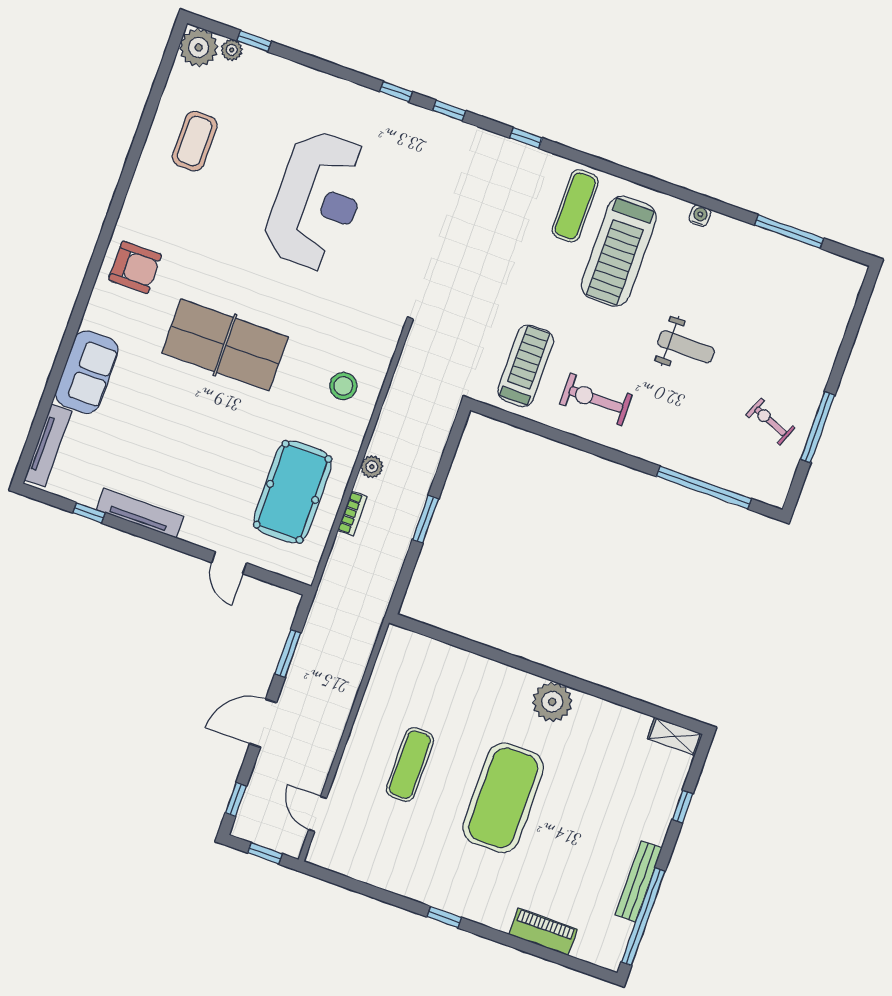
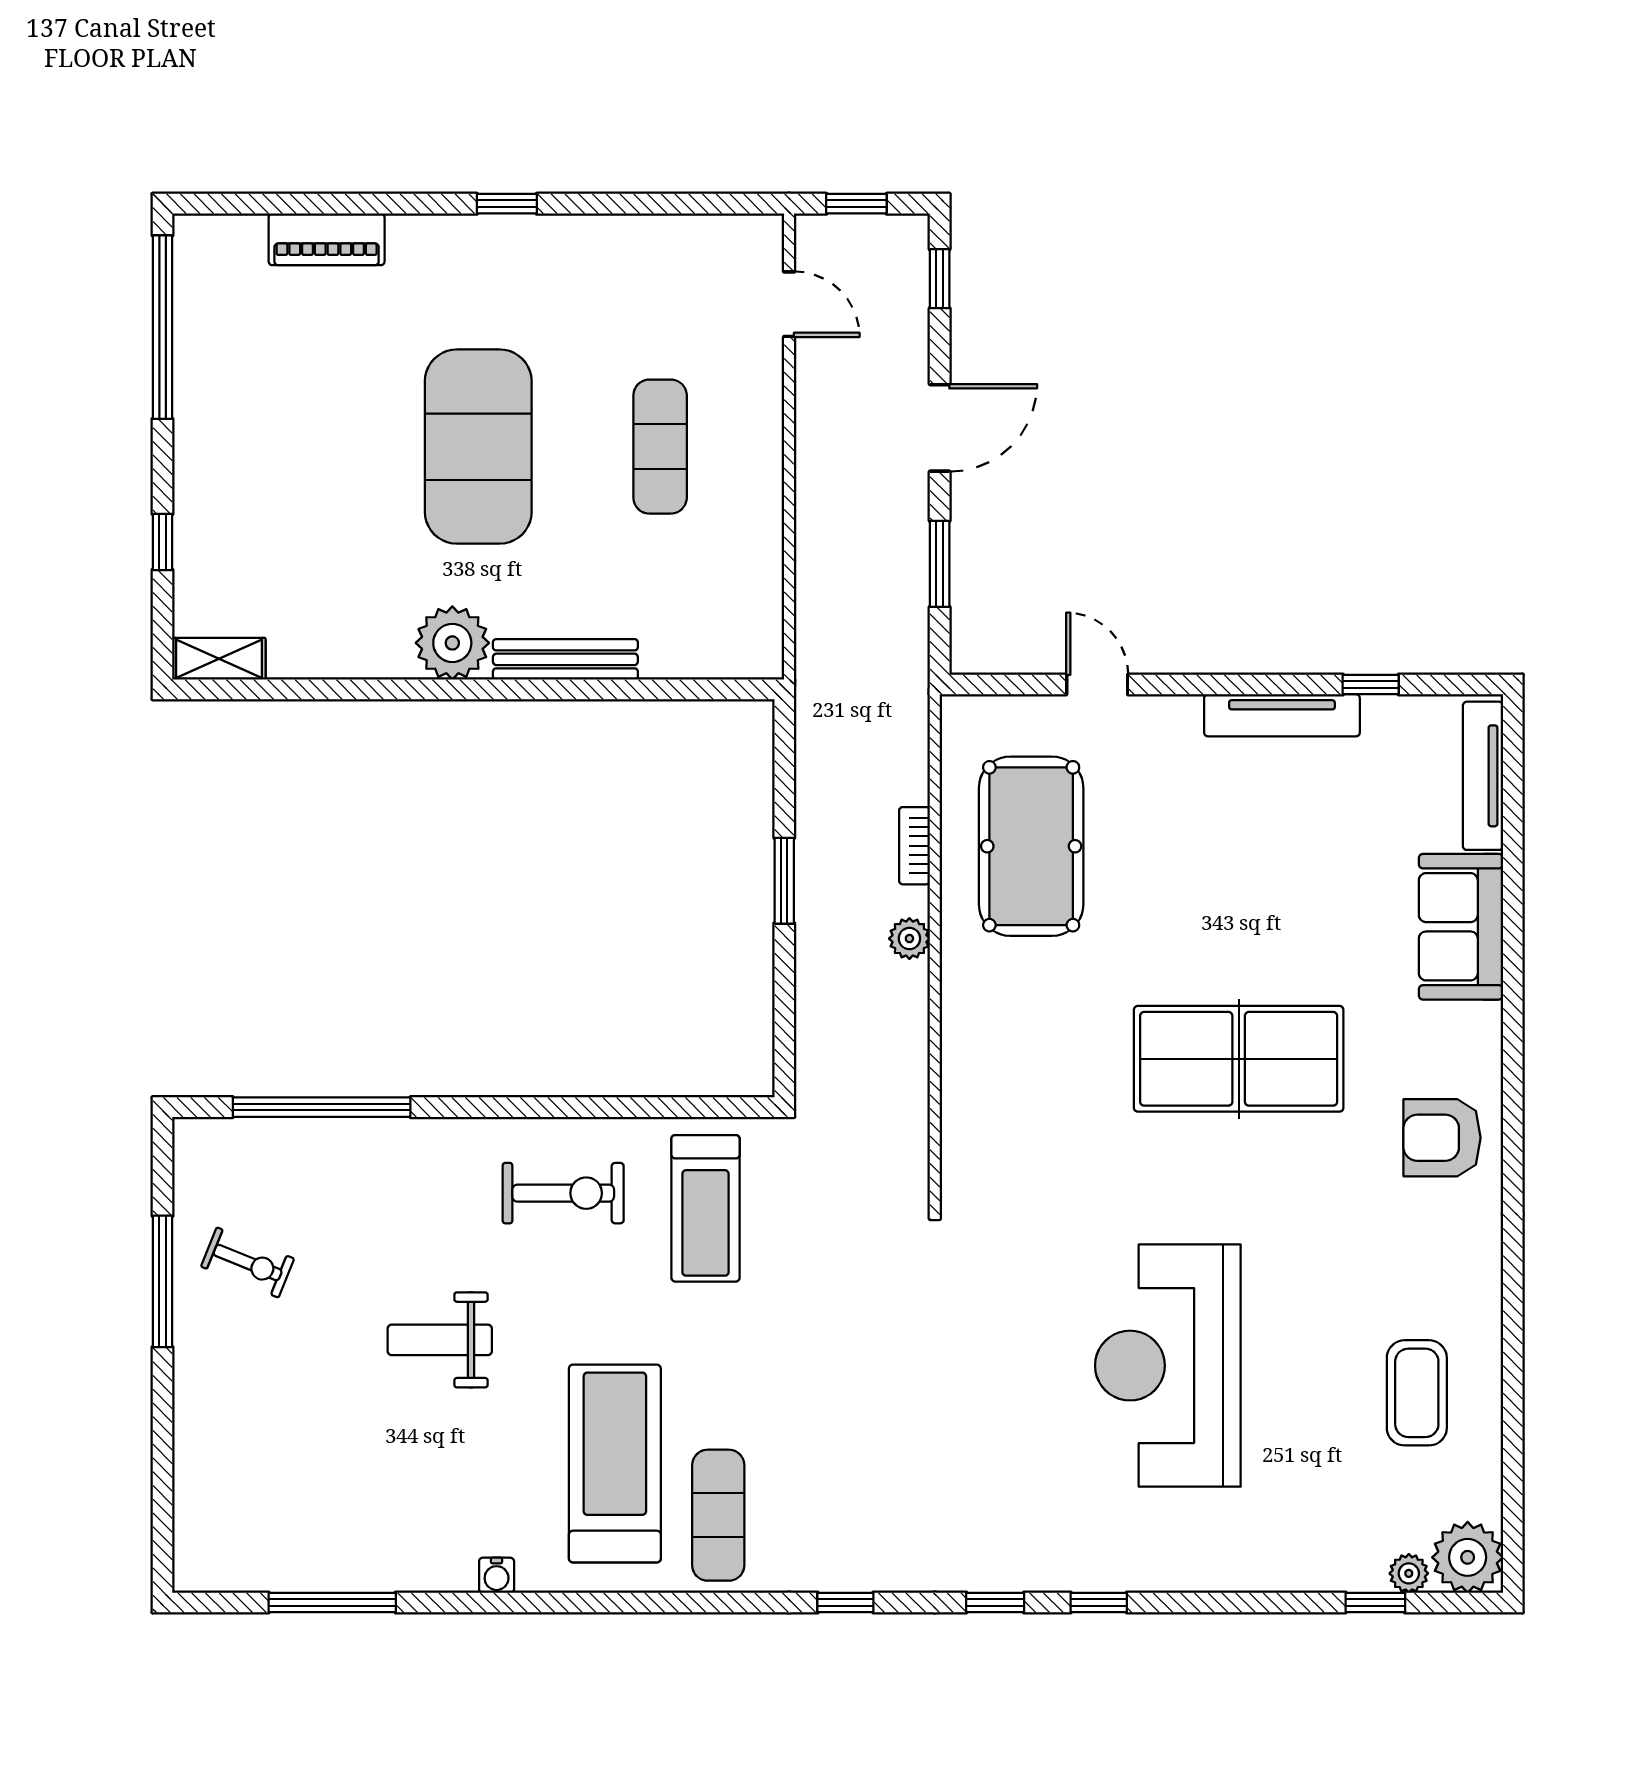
stool: (343, 386) -> (1009, 1061), removed
bench: (638, 881) -> (565, 659), moved, turned 90

